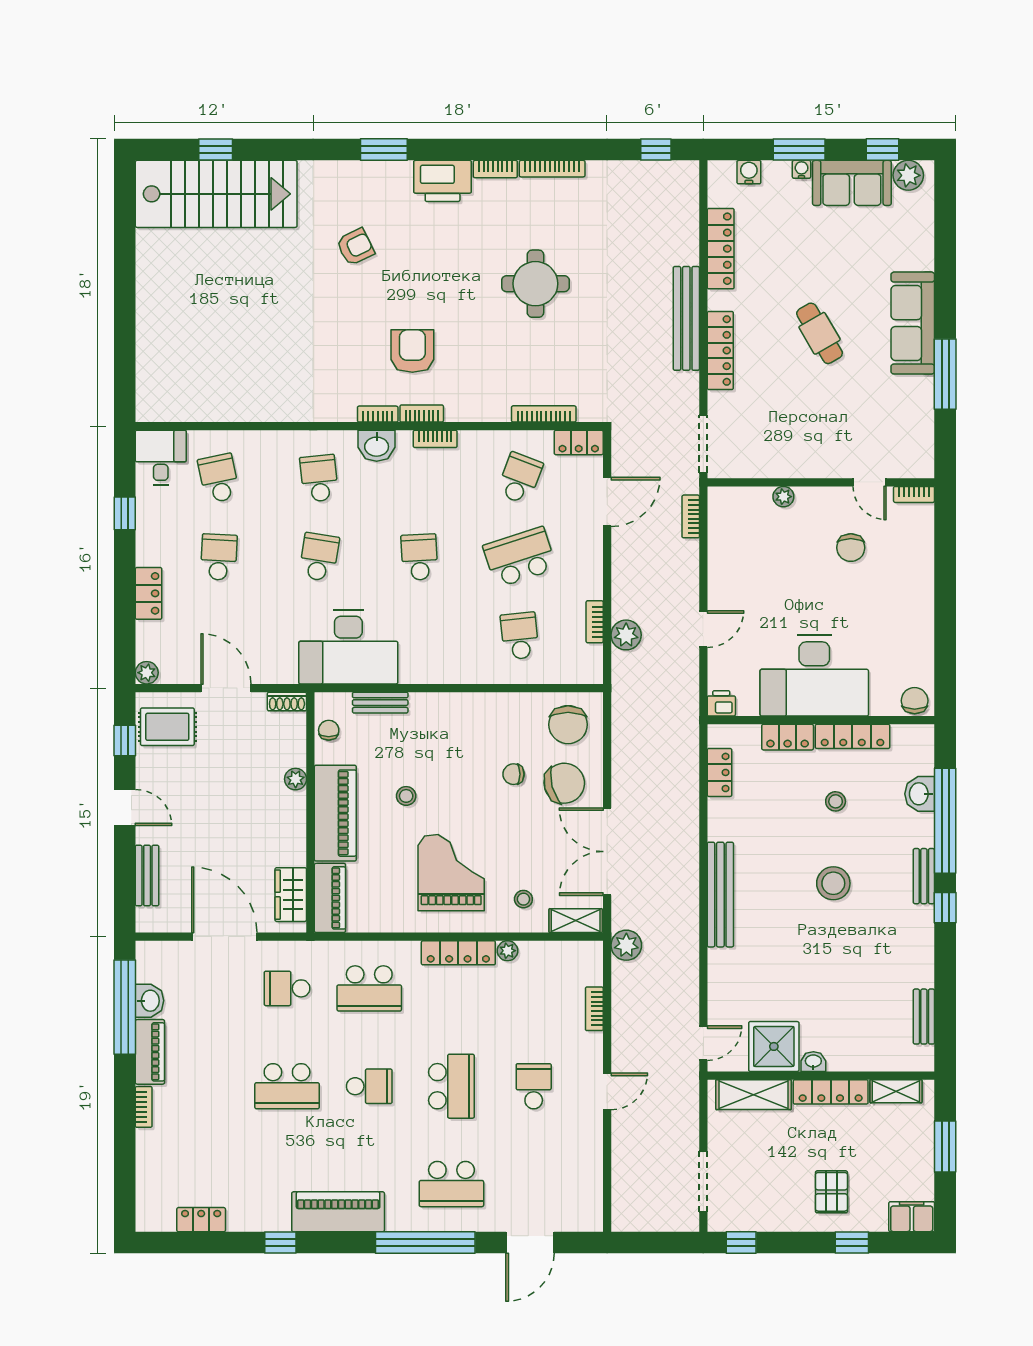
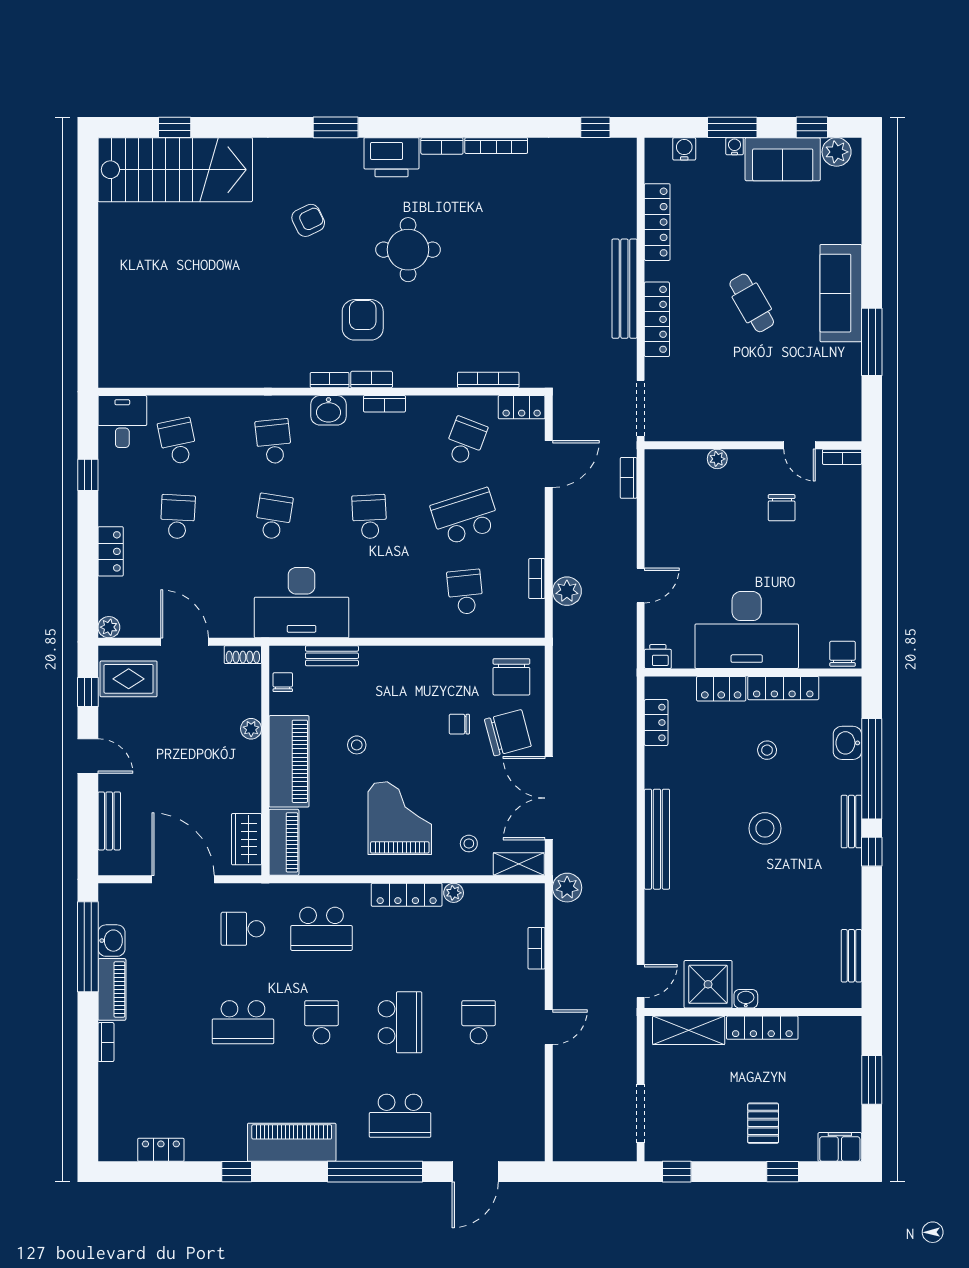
round table: (535, 284) -> (408, 250), moved
school desk: (369, 1086) -> (321, 1022), turned -90
shelving: (896, 1091) -> (825, 1027), removed

